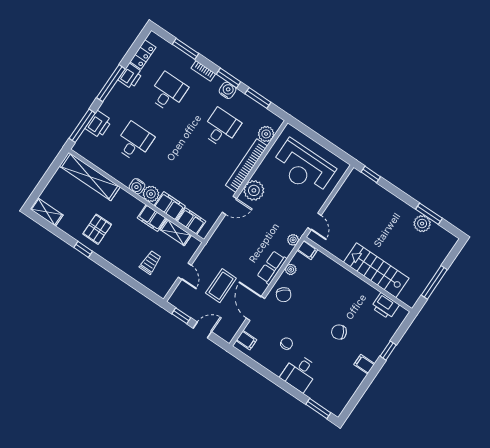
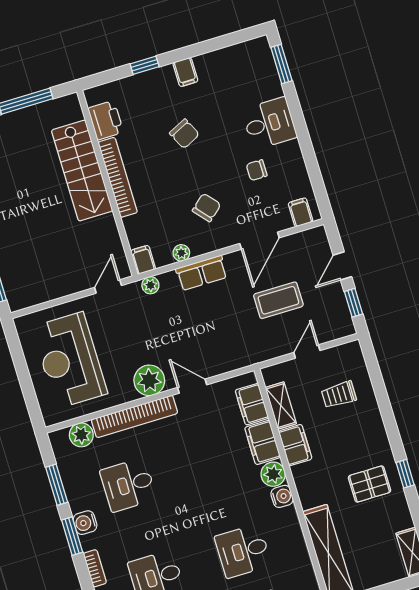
reception desk: (303, 168) -> (70, 360), turned 180
bookcase: (355, 282) -> (118, 177), added
chair: (284, 295) -> (207, 208), moved
door: (202, 330) -> (342, 266), hinge flipped

